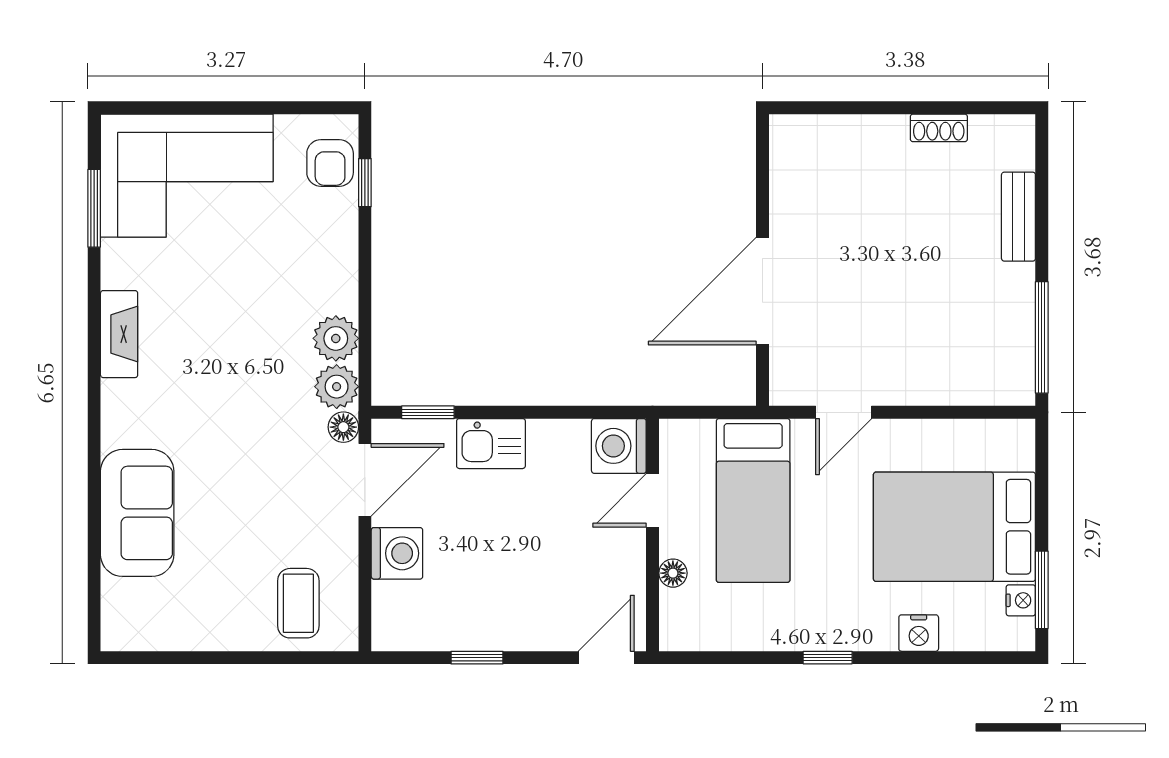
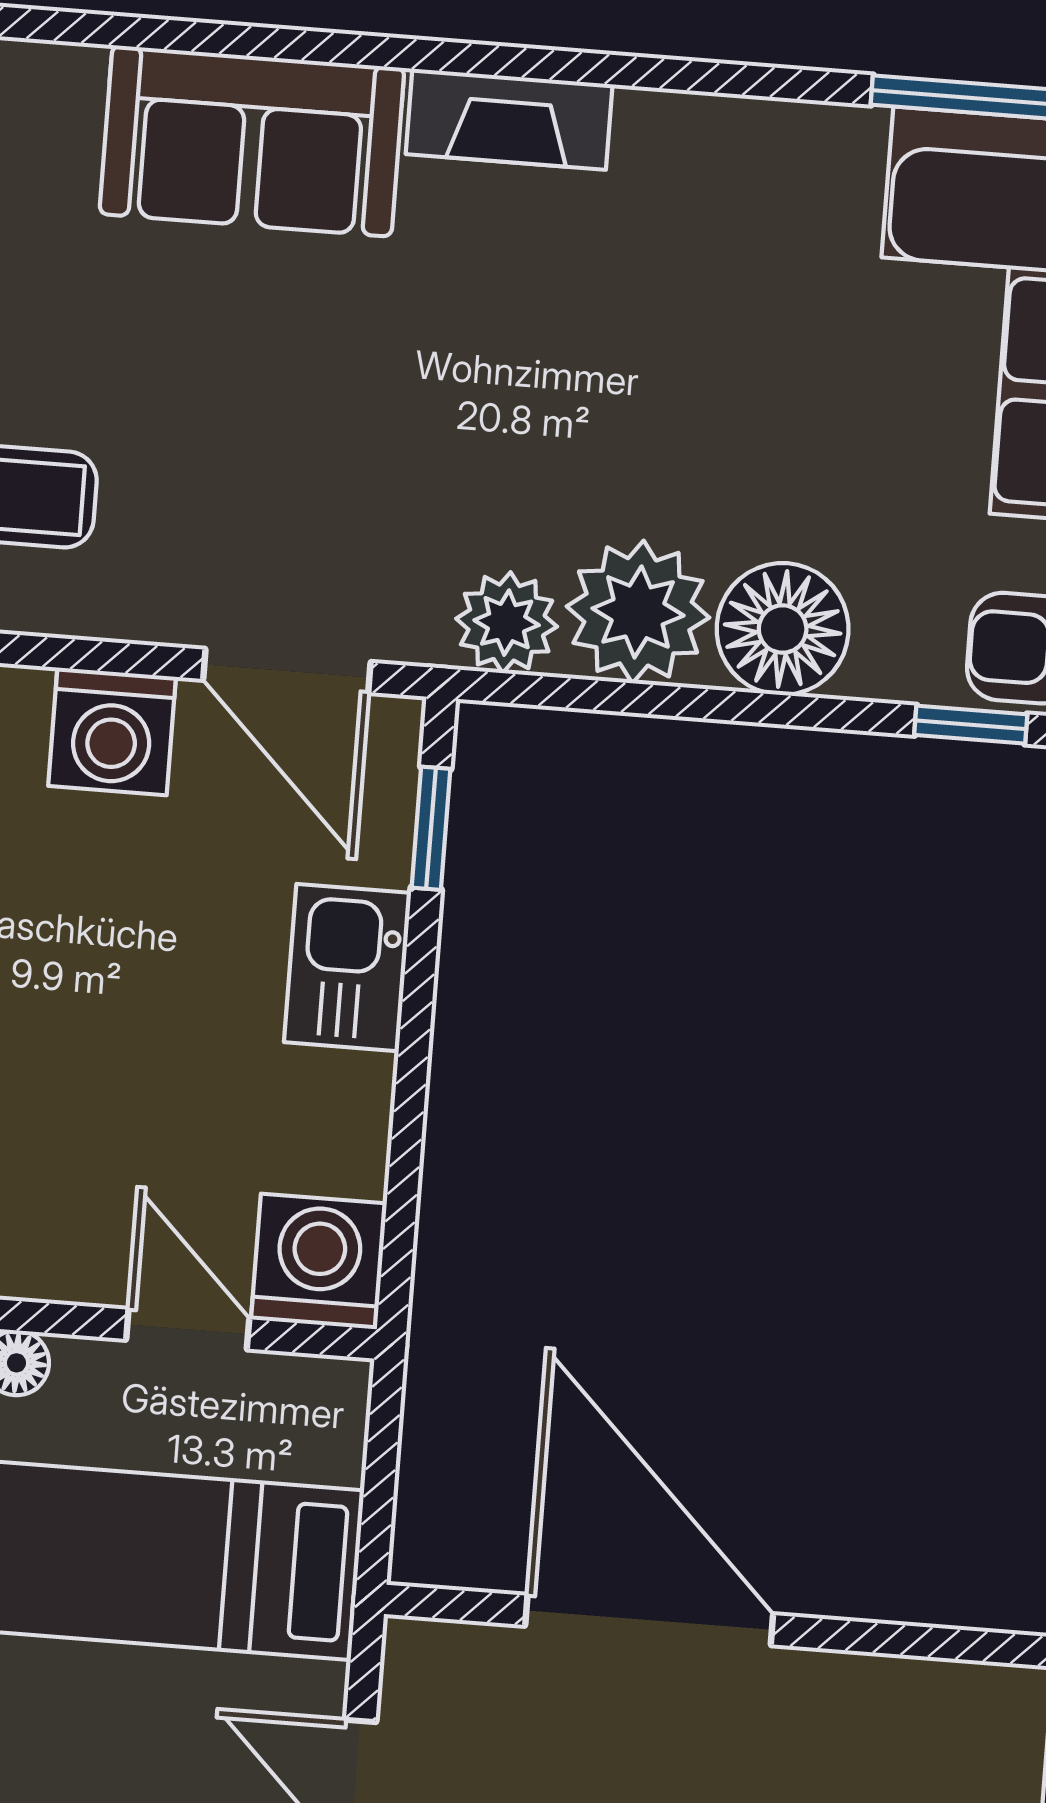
fireplace: (119, 334) -> (509, 119), moved
plant: (336, 338) -> (638, 612), width x1.36, depth x1.36
floor lamp: (343, 427) -> (783, 629), moved, width x1.89, depth x1.89

